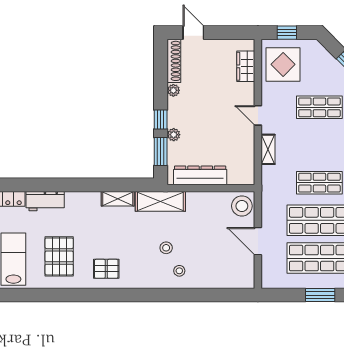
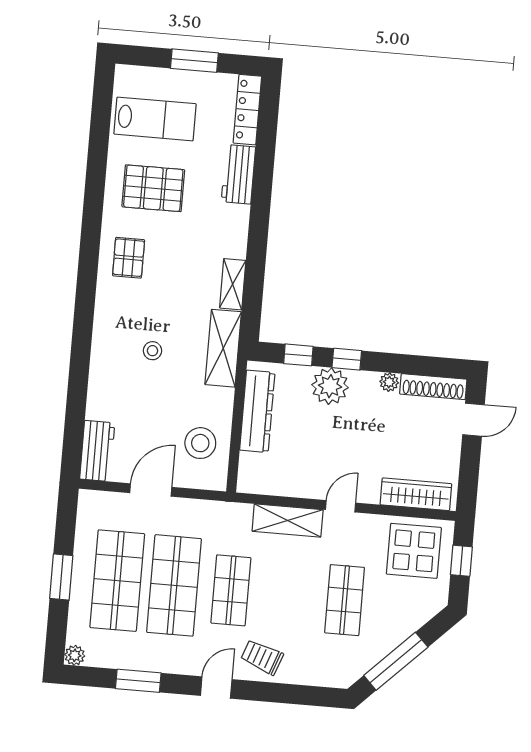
wardrobe: (246, 66) -> (416, 494), width x1.50
plant: (174, 135) -> (330, 386), width x1.88, depth x1.88
shelving: (268, 149) -> (288, 521), width x1.50, depth x1.33
window: (161, 152) -> (298, 355), width x0.67
stool: (242, 206) -> (200, 443), moved
stool: (179, 271) -> (116, 368), removed
workbench: (235, 279) -> (97, 451), added

